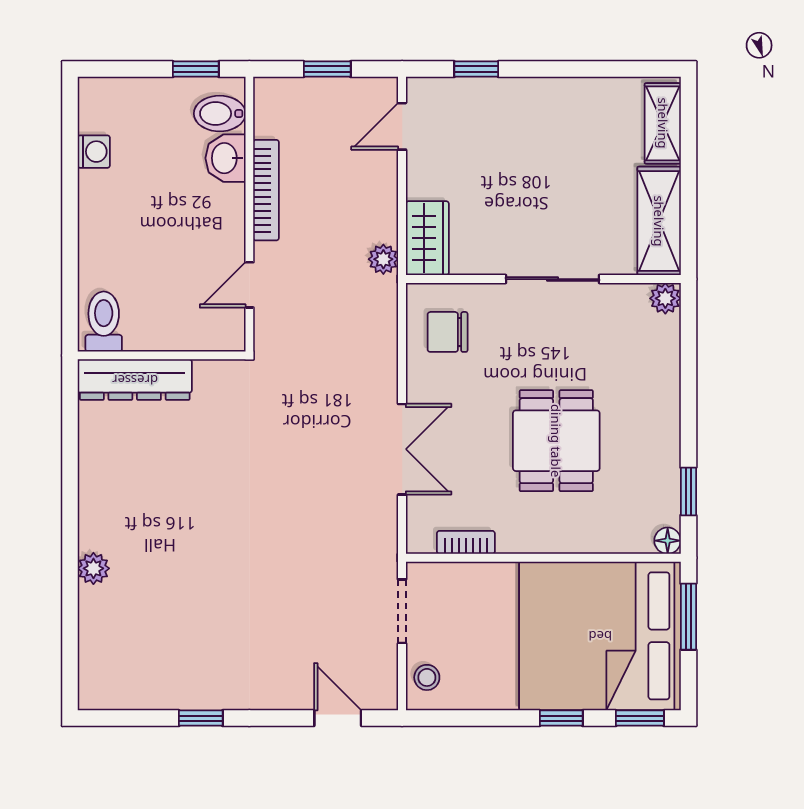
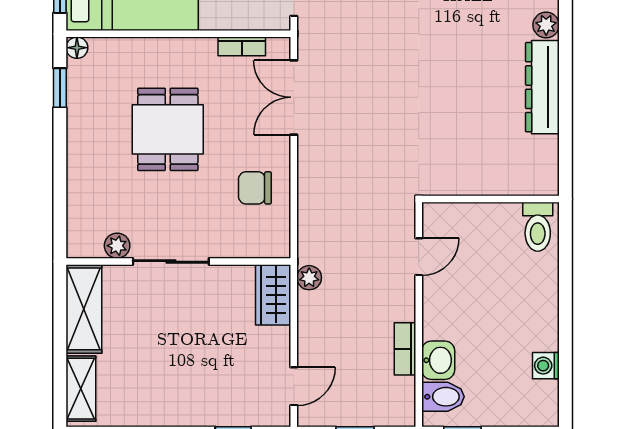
bookcase: (266, 190) -> (405, 349), width x0.64
plant: (665, 298) -> (117, 246), moved
chair: (448, 332) -> (255, 188), moved, turned 180
dresser: (135, 380) -> (542, 87), moved, turned -90
double door: (402, 449) -> (294, 97), moved

